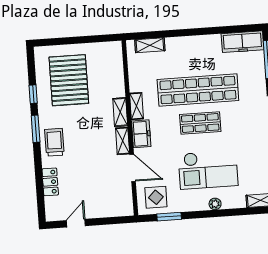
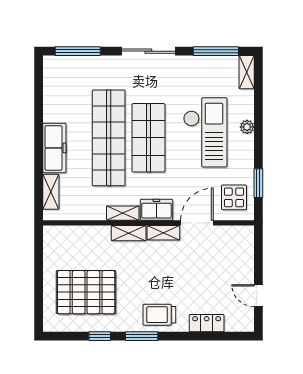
freezer: (242, 42) -> (54, 148), moved
shop shelf: (200, 123) -> (148, 138), width x1.43, depth x1.36

